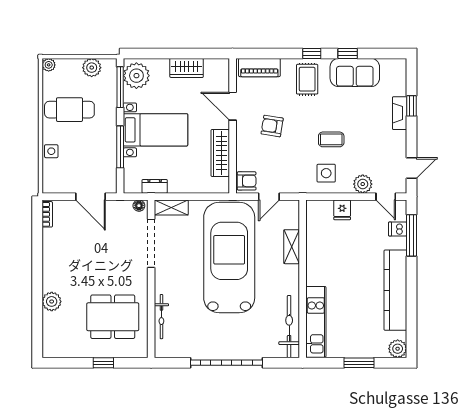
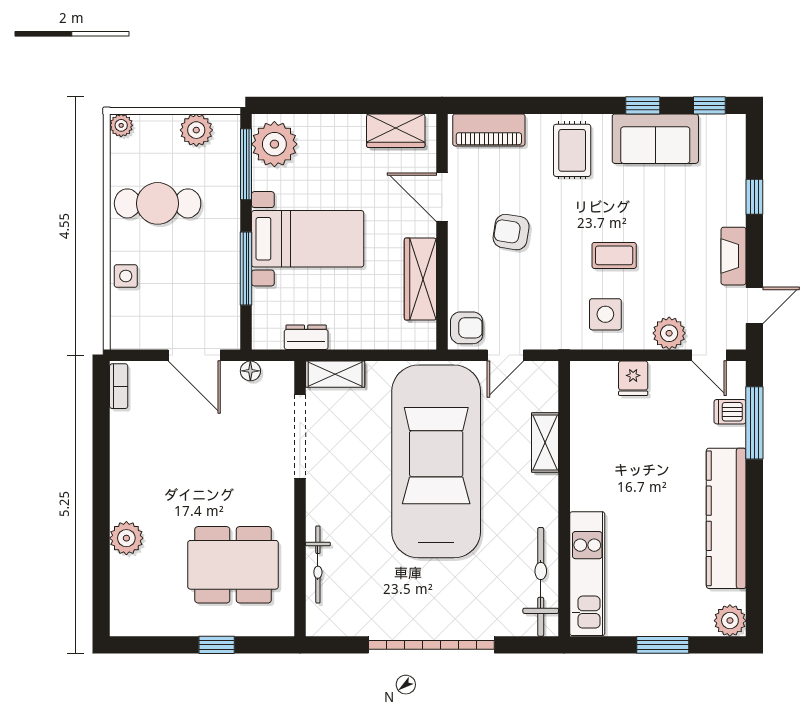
window: (312, 53) -> (709, 105), moved
wardrobe: (187, 68) -> (396, 131), moved
fireplace: (400, 113) -> (734, 256), moved
floor lamp: (139, 206) -> (250, 371), moved

